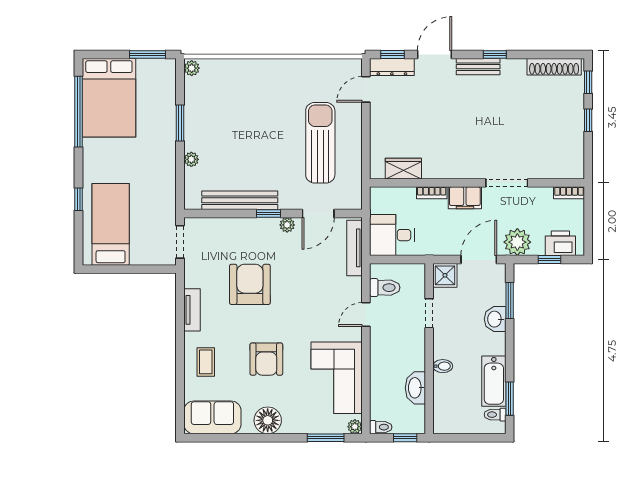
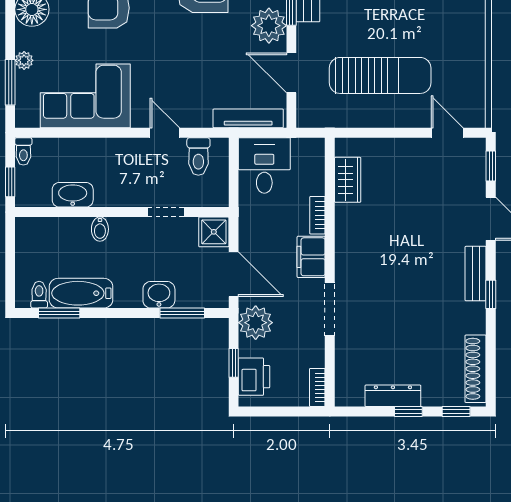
dresser: (392, 67) -> (393, 396), moved, turned 90
plant: (287, 225) -> (269, 26), width x1.88, depth x1.88
plant: (355, 427) -> (24, 60), moved

